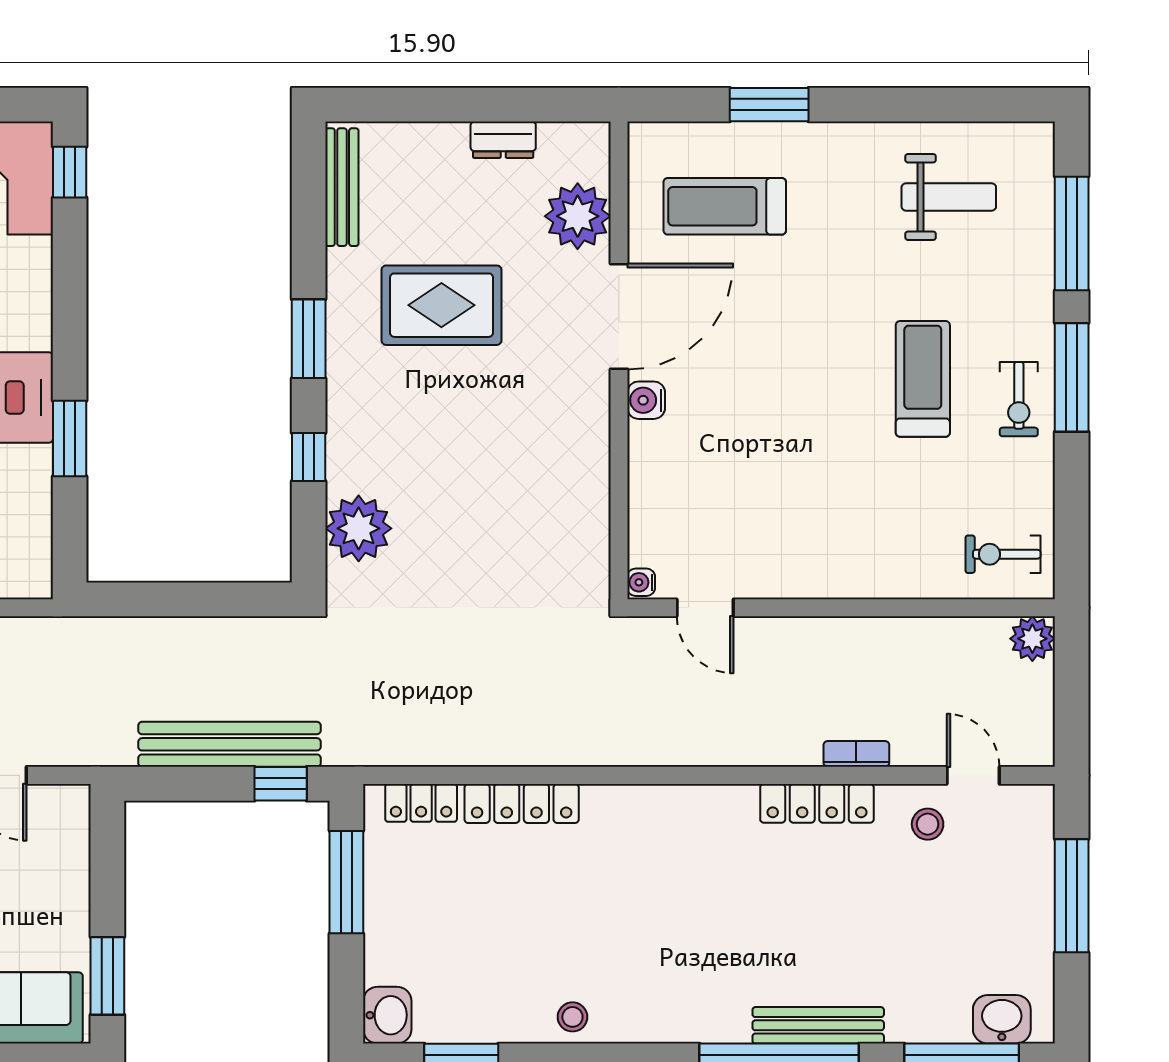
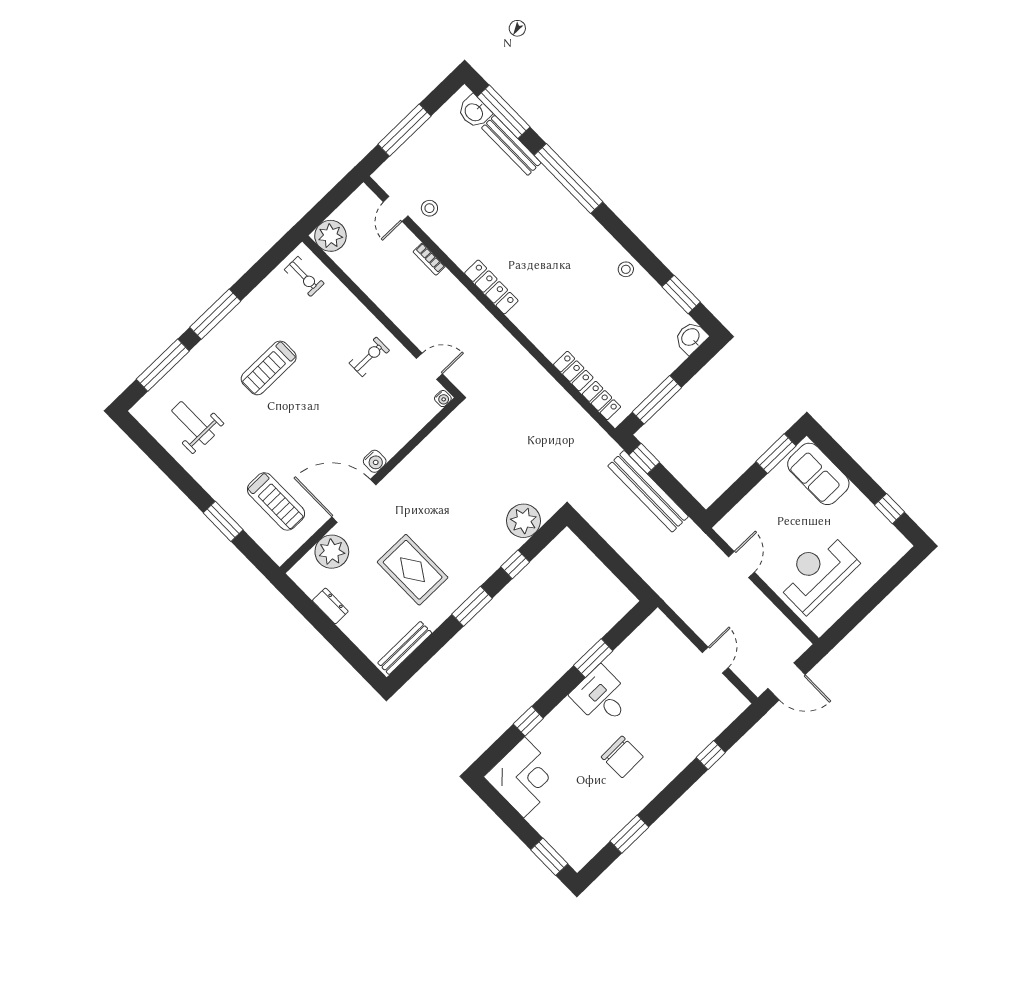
window: (70, 172) -> (528, 721), moved
exercise bike: (1019, 399) -> (369, 357), moved
door: (705, 608) -> (429, 366), hinge flipped
plant: (1032, 639) -> (330, 236), width x1.36, depth x1.36
locker: (522, 803) -> (573, 371), width x0.66
locker: (817, 803) -> (491, 287), moved
bench: (818, 1025) -> (511, 145), moved

